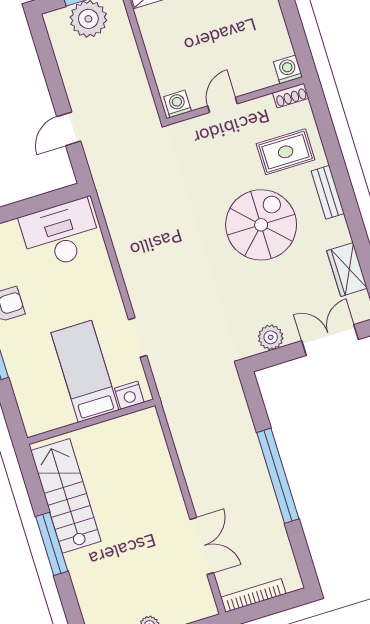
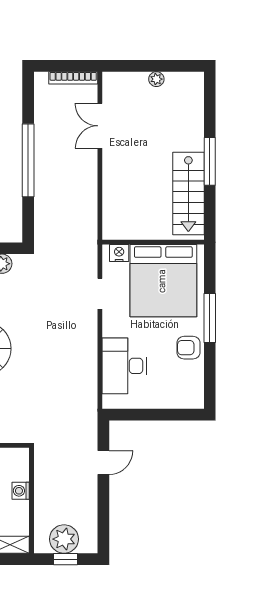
washing machine: (178, 104) -> (21, 491), moved, turned 90
desk: (61, 234) -> (124, 366), moved, turned 90
bed: (85, 371) -> (163, 281), width x2.04

